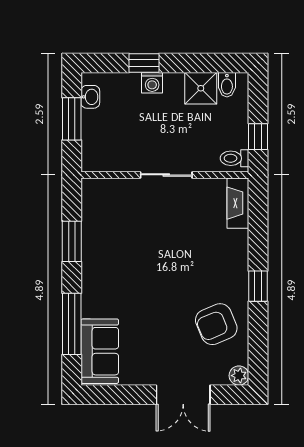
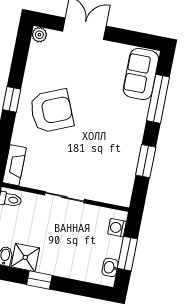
window: (144, 63) -> (39, 280), moved
washing machine: (152, 83) -> (117, 228), moved, turned -90
armchair: (216, 324) -> (52, 111), moved, width x1.36, depth x1.36

